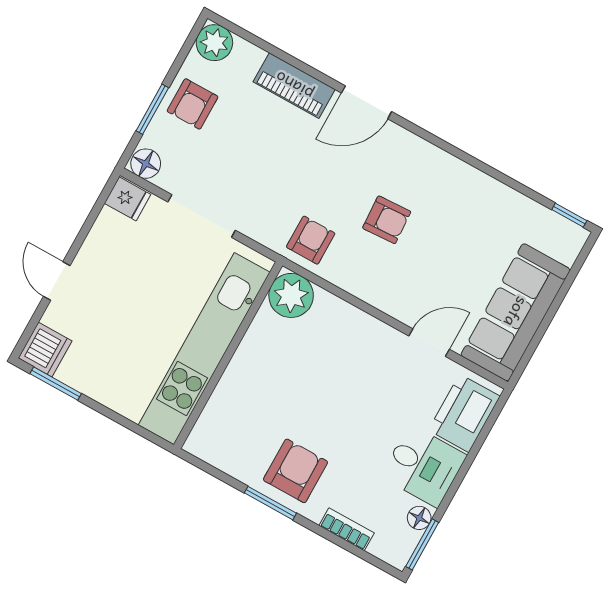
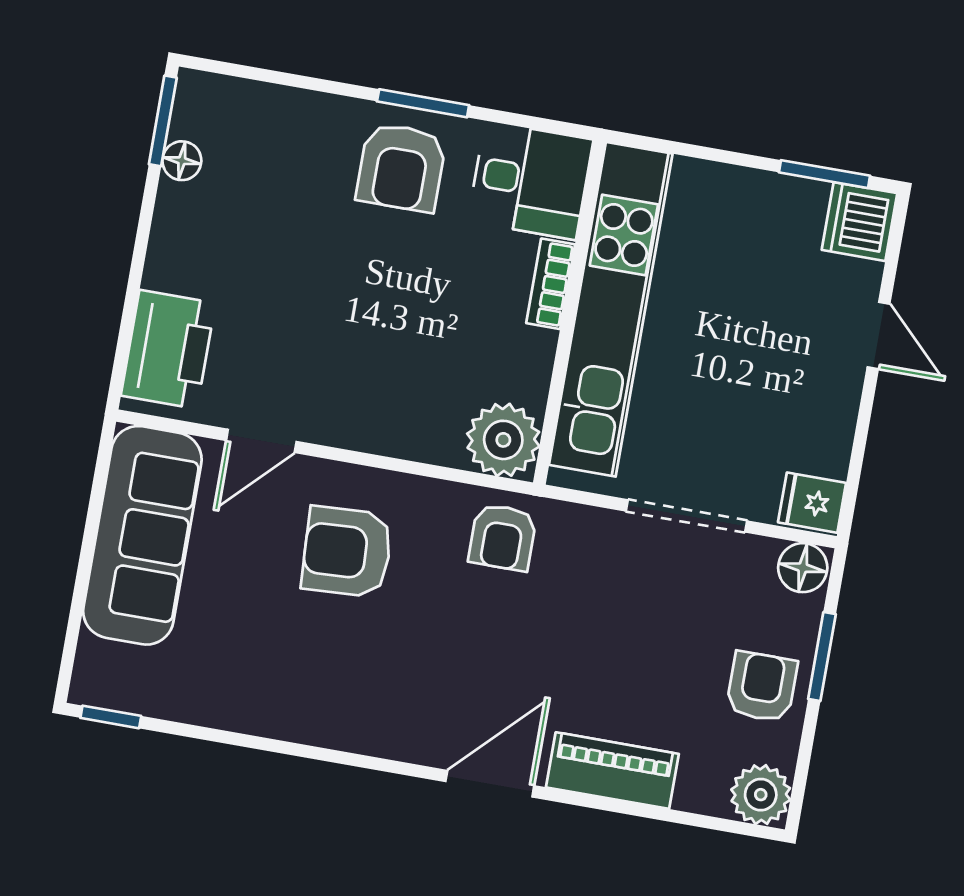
armchair: (387, 220) -> (347, 552), moved, width x1.38, depth x1.38
desk: (424, 466) -> (530, 180), moved, turned 180
bookcase: (347, 529) -> (551, 284), moved, turned 90

